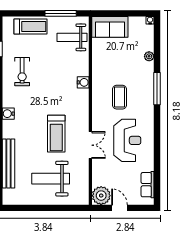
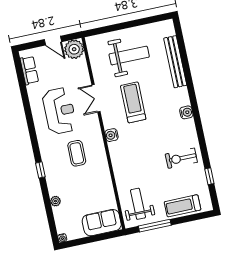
weight bench: (72, 37) -> (138, 204), turned -90
exercise bike: (22, 72) -> (181, 158), turned -90
water cooler: (83, 82) -> (112, 135), moved
window: (157, 89) -> (40, 170), width x0.46
reception desk: (127, 140) -> (59, 111), turned 180

